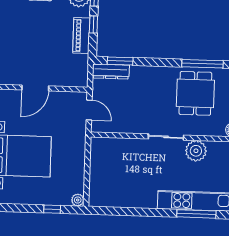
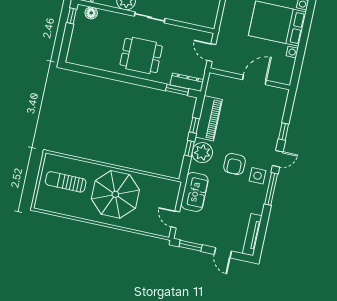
piano: (81, 35) -> (209, 118), width x1.37, depth x1.33
window: (202, 64) -> (107, 75), removed
dining table: (195, 93) -> (141, 55), moved, turned 90

